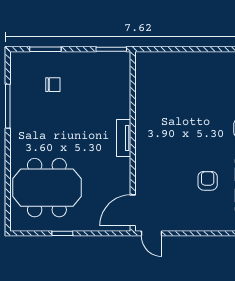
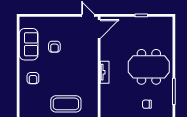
coffee table: (188, 85) -> (66, 104), added
meeting table: (47, 188) -> (149, 67), moved

